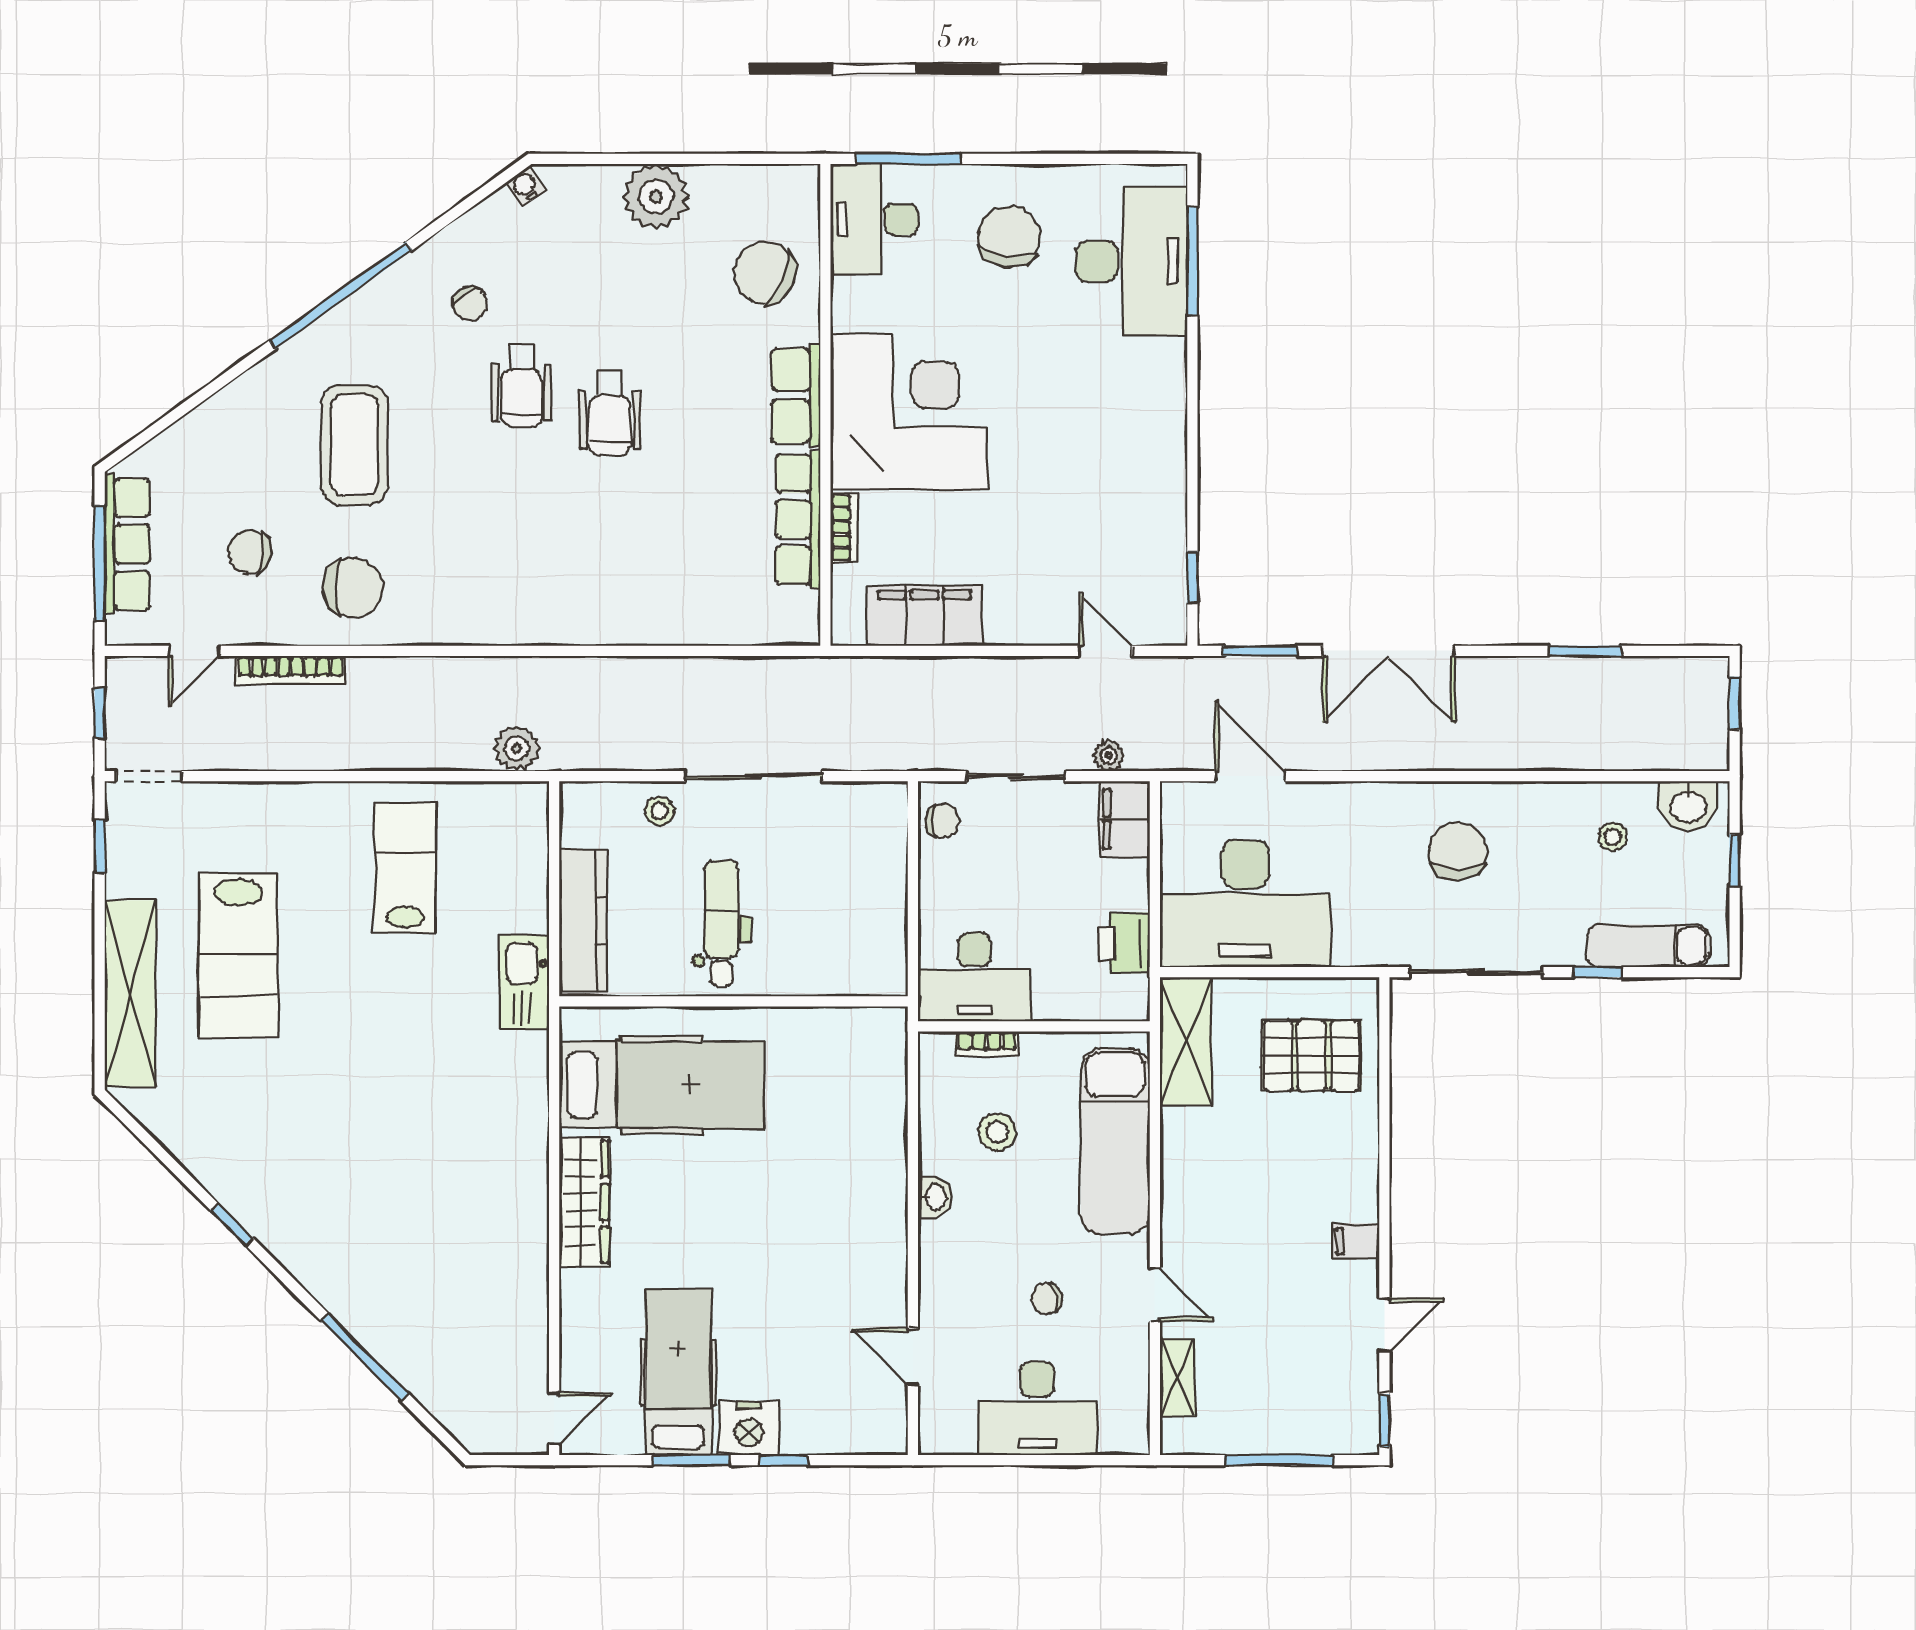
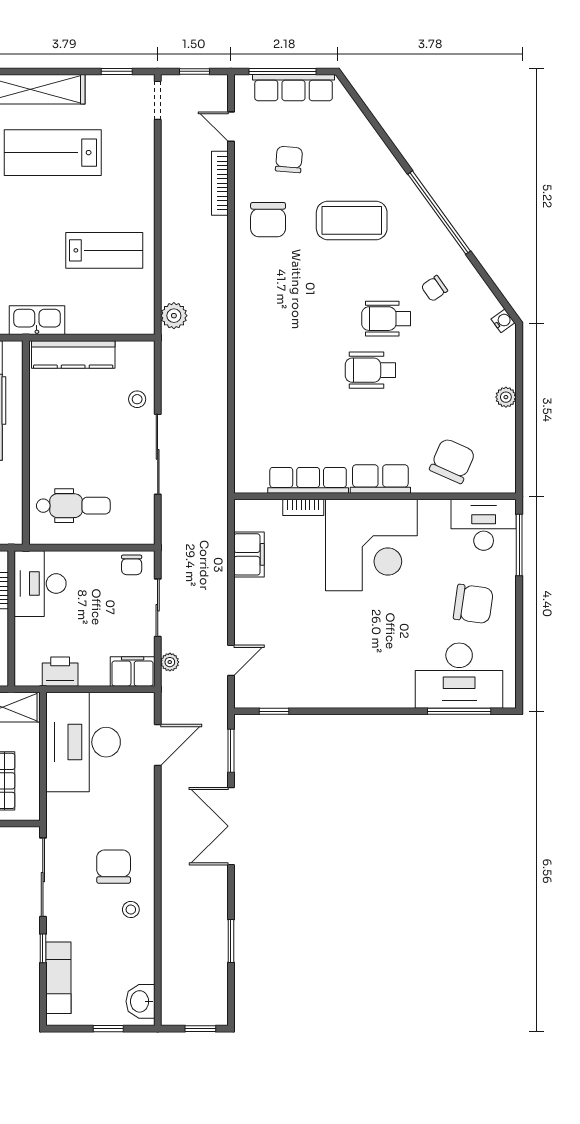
plant: (656, 197) -> (506, 397), width x0.53, depth x0.53
filing cabinet: (925, 616) -> (249, 554), width x0.67, depth x0.86
stool: (1613, 837) -> (131, 910), moved
chair: (1458, 851) -> (114, 867), turned -90
dental chair: (722, 923) -> (73, 506), moved

